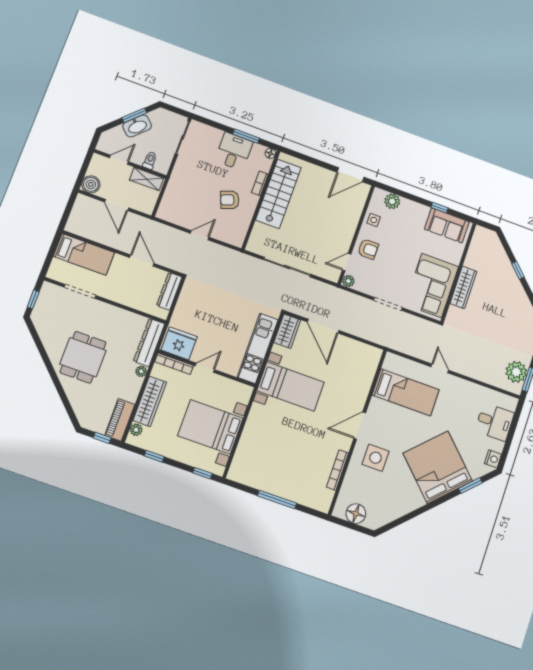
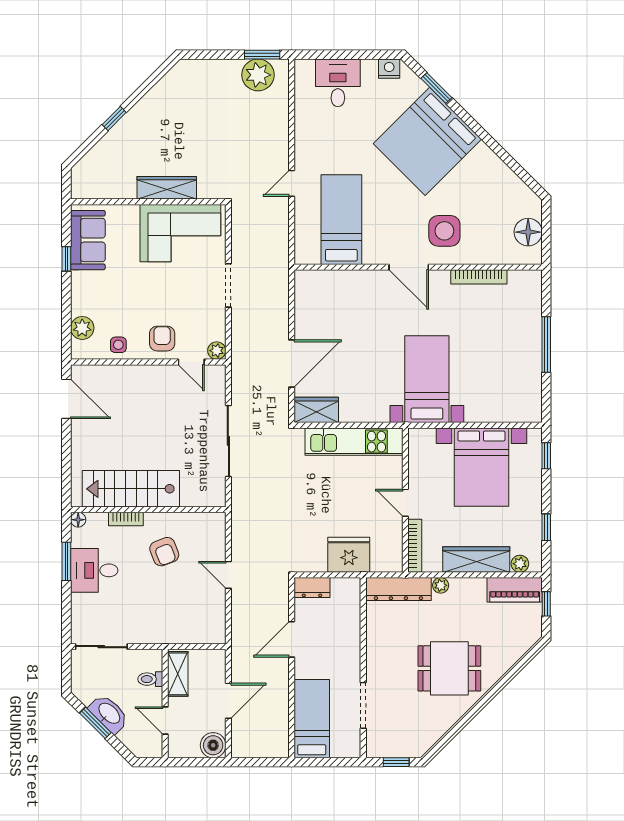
dresser: (169, 291) -> (312, 588), width x0.70
fridge: (179, 343) -> (349, 555), moved, turned 90
bed with nightstands: (291, 387) -> (427, 379), moved

